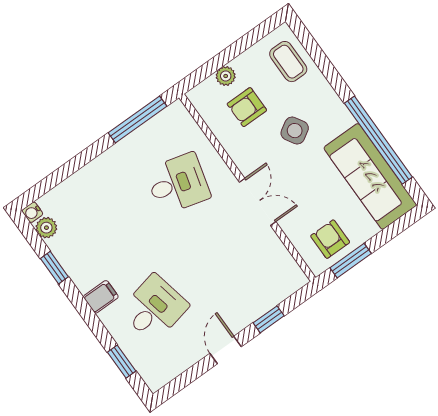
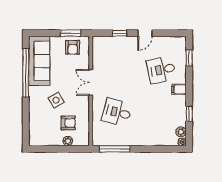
coffee table: (288, 62) -> (39, 129), removed

